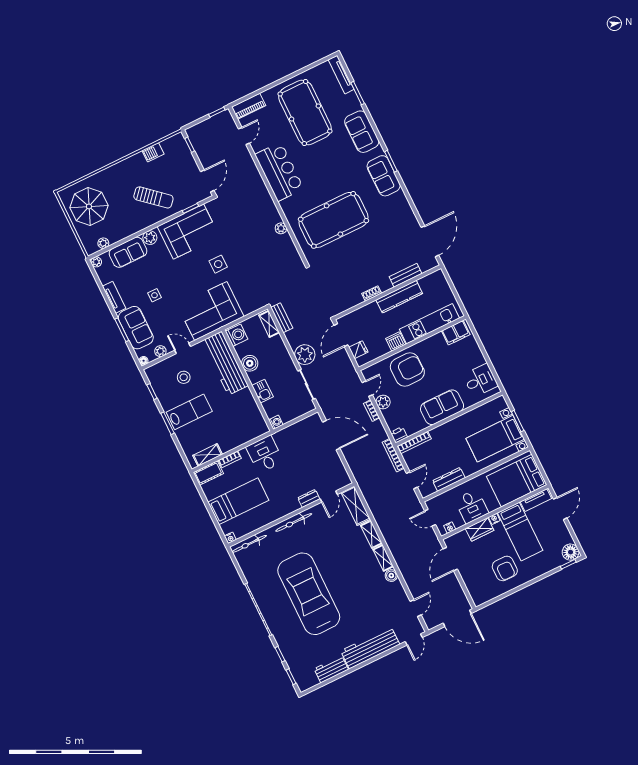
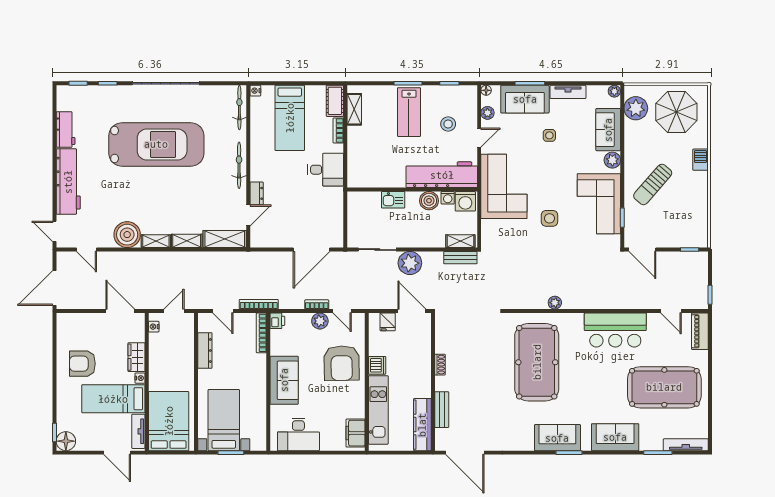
barbecue: (153, 152) -> (701, 160), moved
plant: (103, 243) -> (636, 108), width x1.88, depth x1.88
kitchen counter: (399, 297) -> (422, 425), moved
desk: (480, 380) -> (298, 434), width x1.37
washing machine: (276, 422) -> (448, 198), moved
door: (329, 497) -> (248, 215), swing flipped
desk: (472, 506) -> (165, 361), removed
boiler: (391, 576) -> (127, 235), width x1.86, depth x1.86

